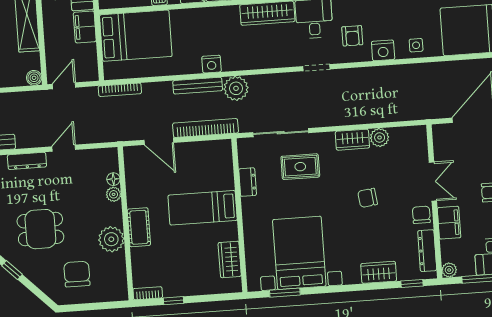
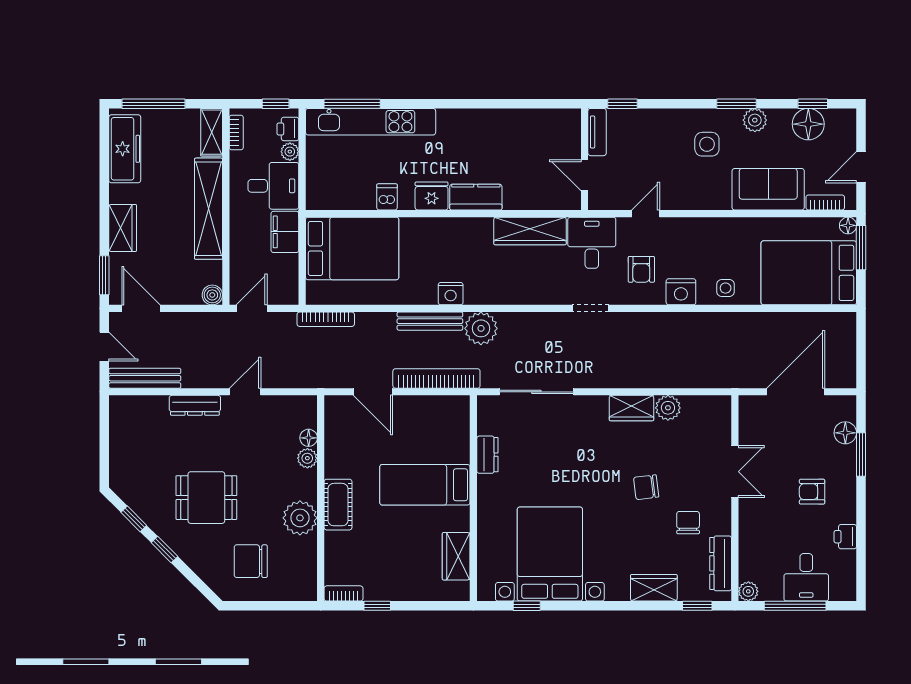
rug: (300, 167) -> (559, 439), removed
chair: (421, 215) -> (688, 523), moved
filing cabinet: (449, 223) -> (753, 528), removed
chair: (77, 274) -> (251, 561), turned -90
window: (285, 293) -> (527, 606), width x0.67

